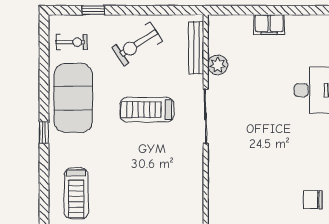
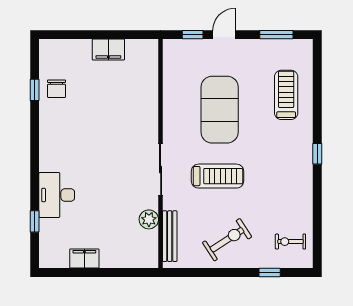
filing cabinet: (269, 25) -> (84, 259), moved
exercise mat: (73, 98) -> (220, 110), moved
chair: (313, 200) -> (57, 89), turned 90

